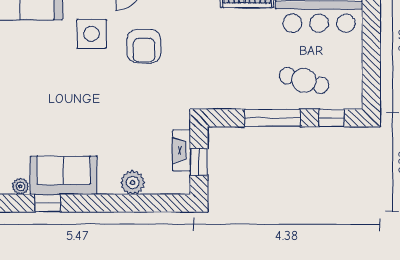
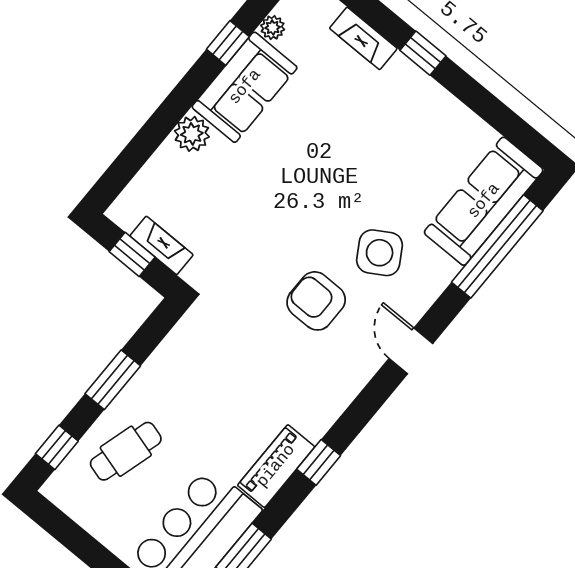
side table: (92, 34) -> (380, 253), turned -31
window: (272, 118) -> (113, 380), width x0.69
plant: (133, 183) -> (192, 134), moved

